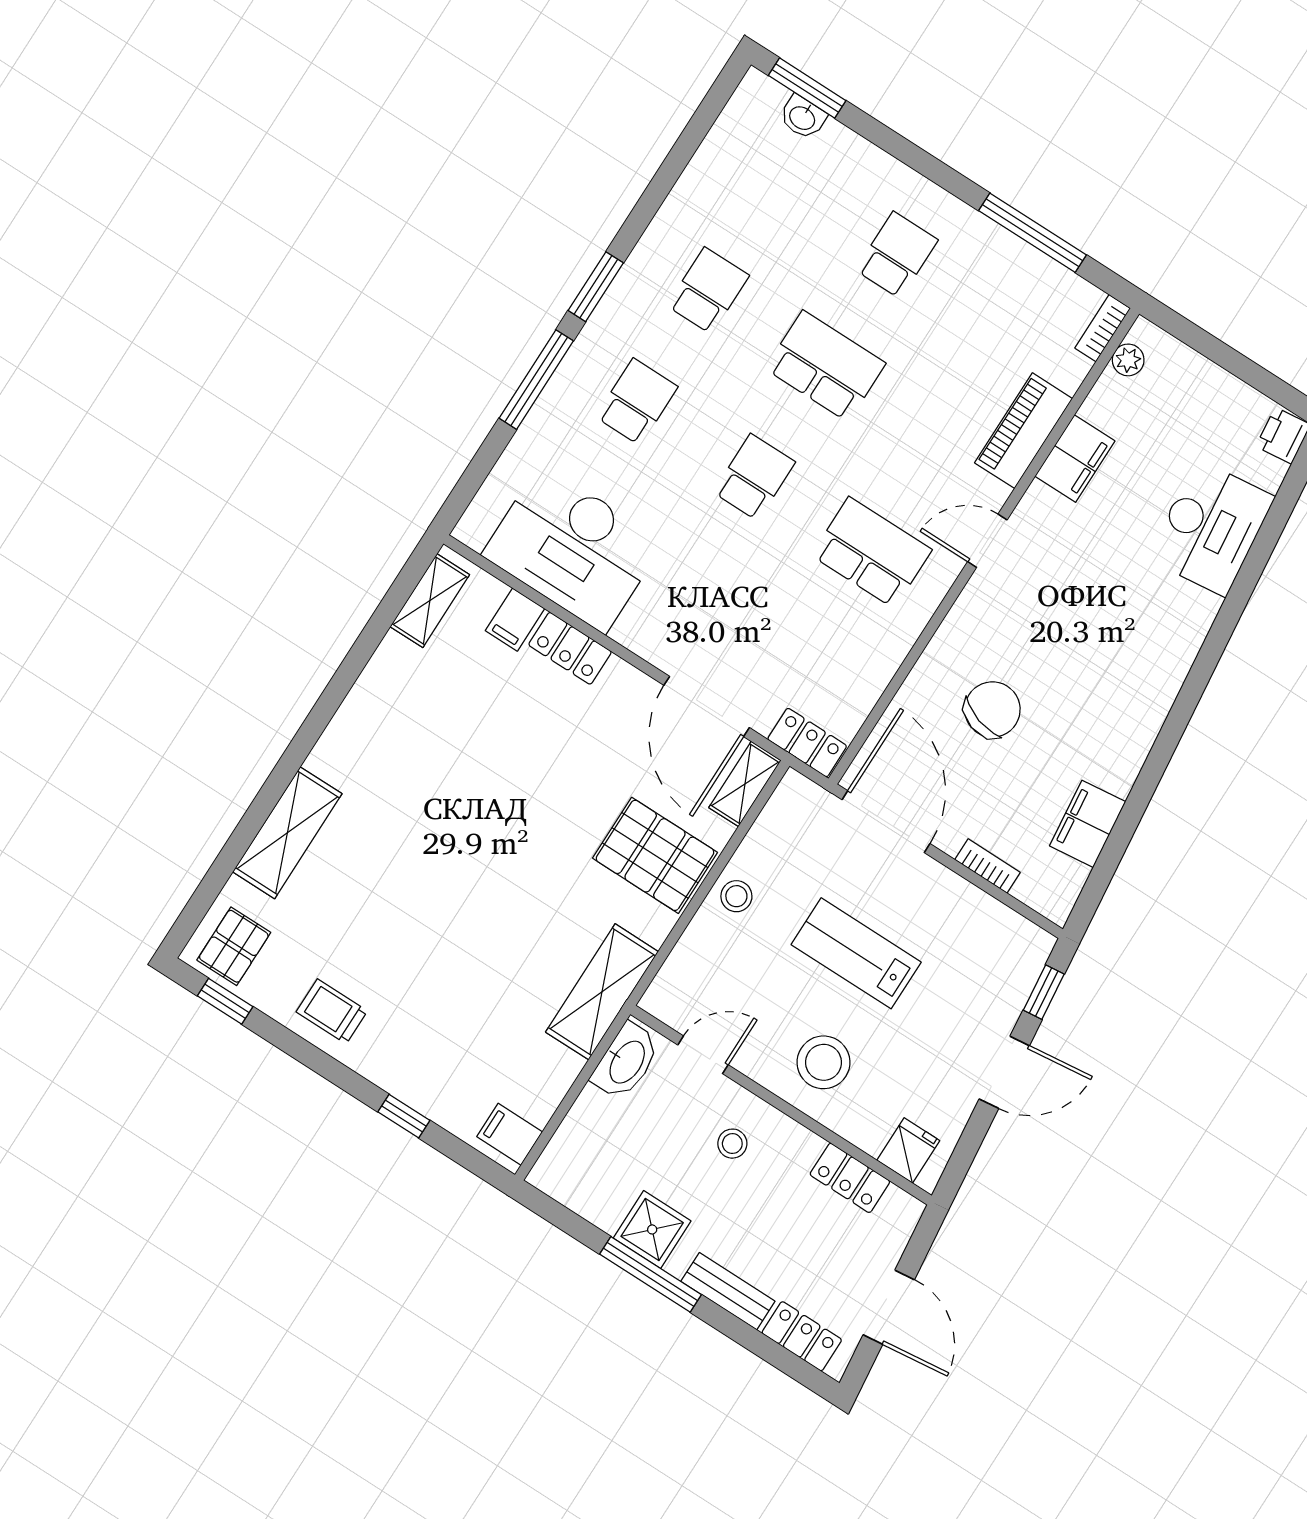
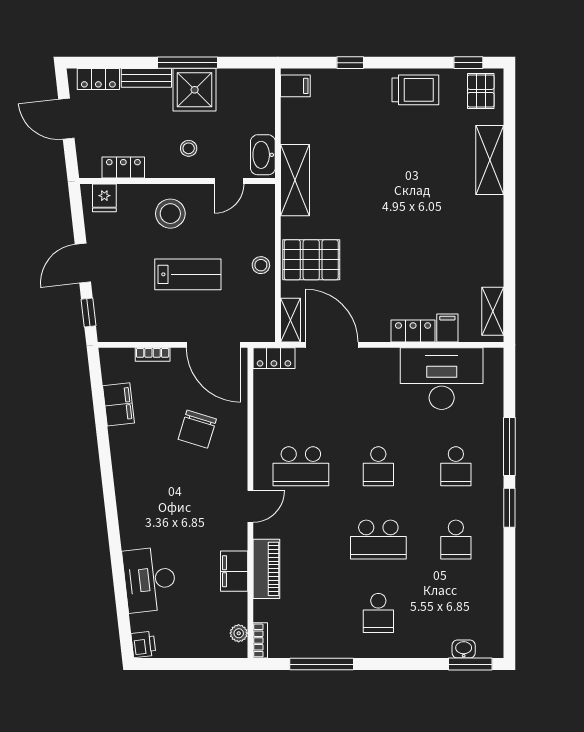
trolley: (332, 1011) -> (415, 90), width x1.36, depth x1.39
shower: (652, 1229) -> (195, 90), width x1.36, depth x1.36

